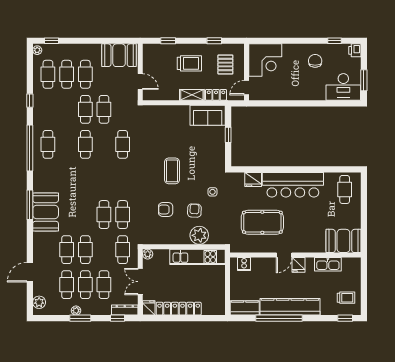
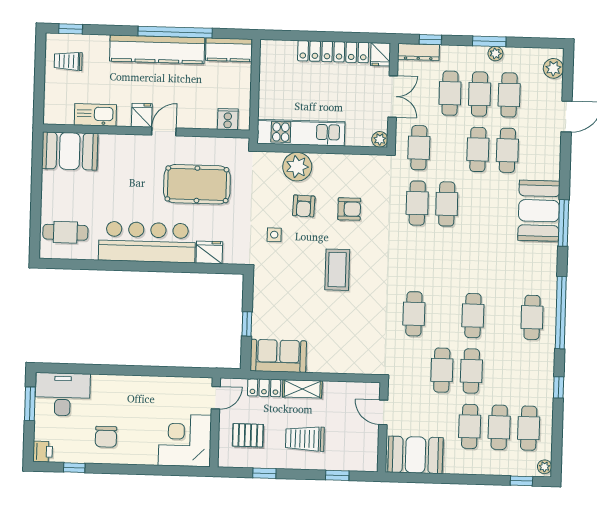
pallet: (225, 64) -> (248, 435), turned 90
cafe table: (345, 189) -> (65, 232), turned 90

